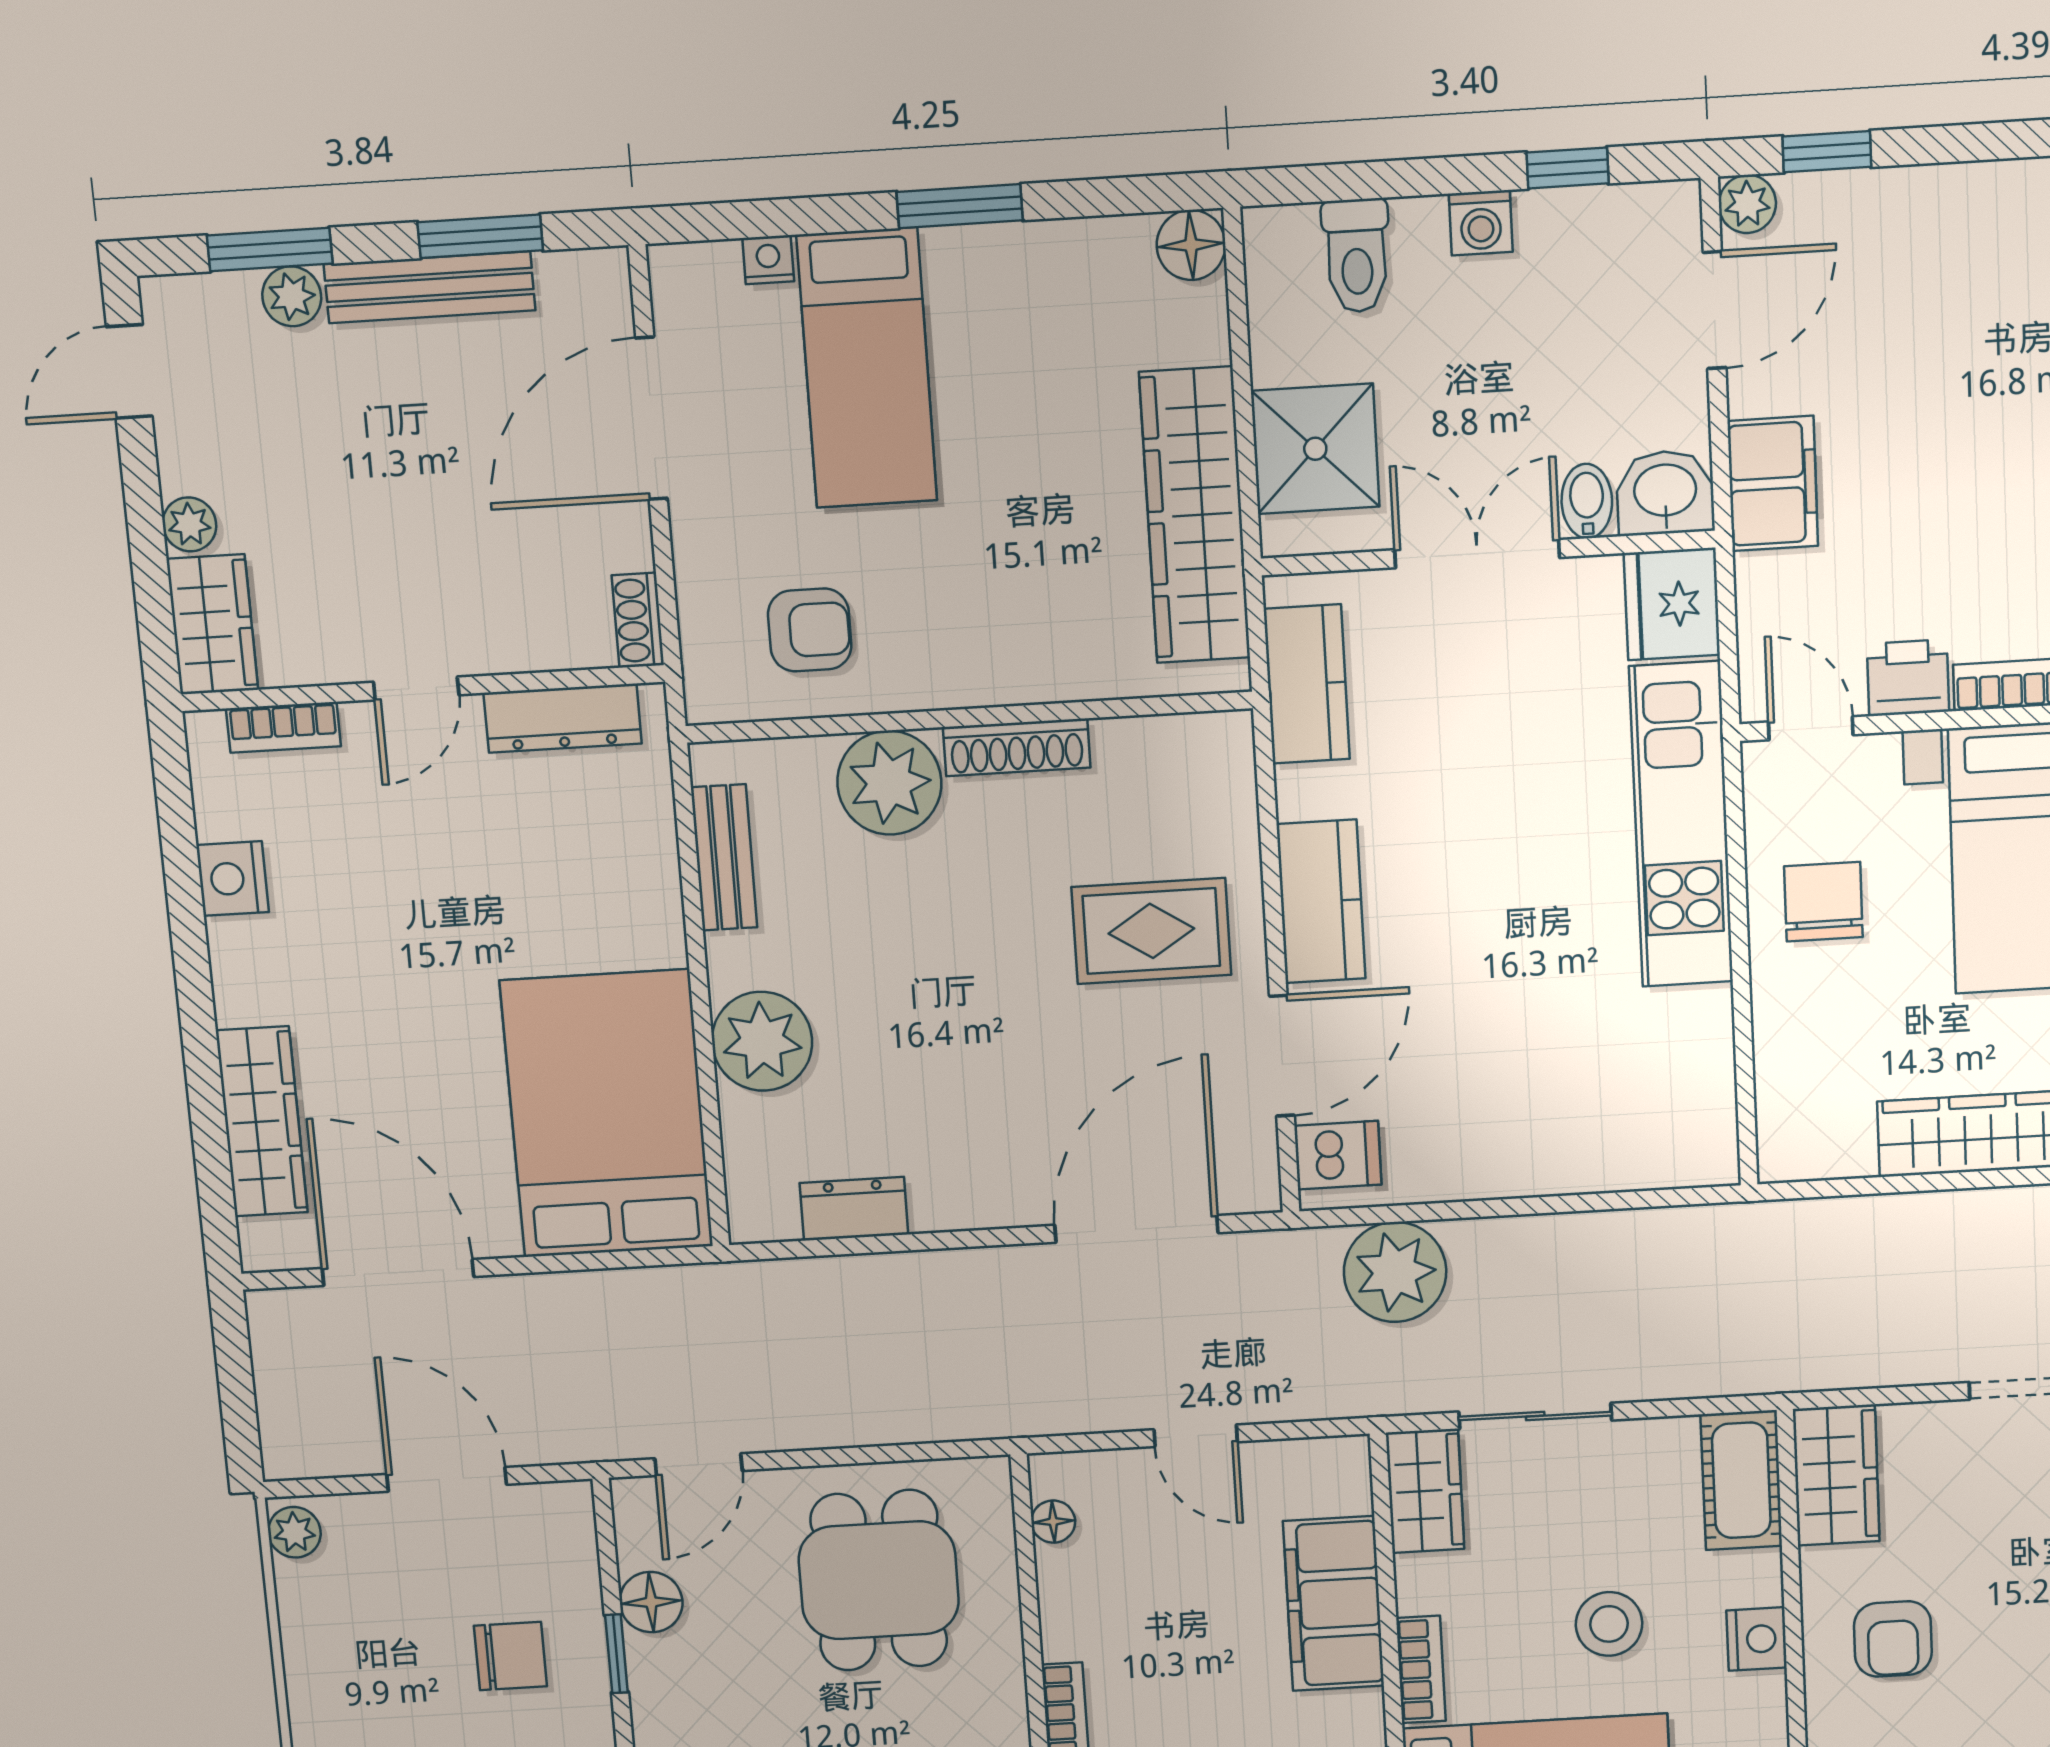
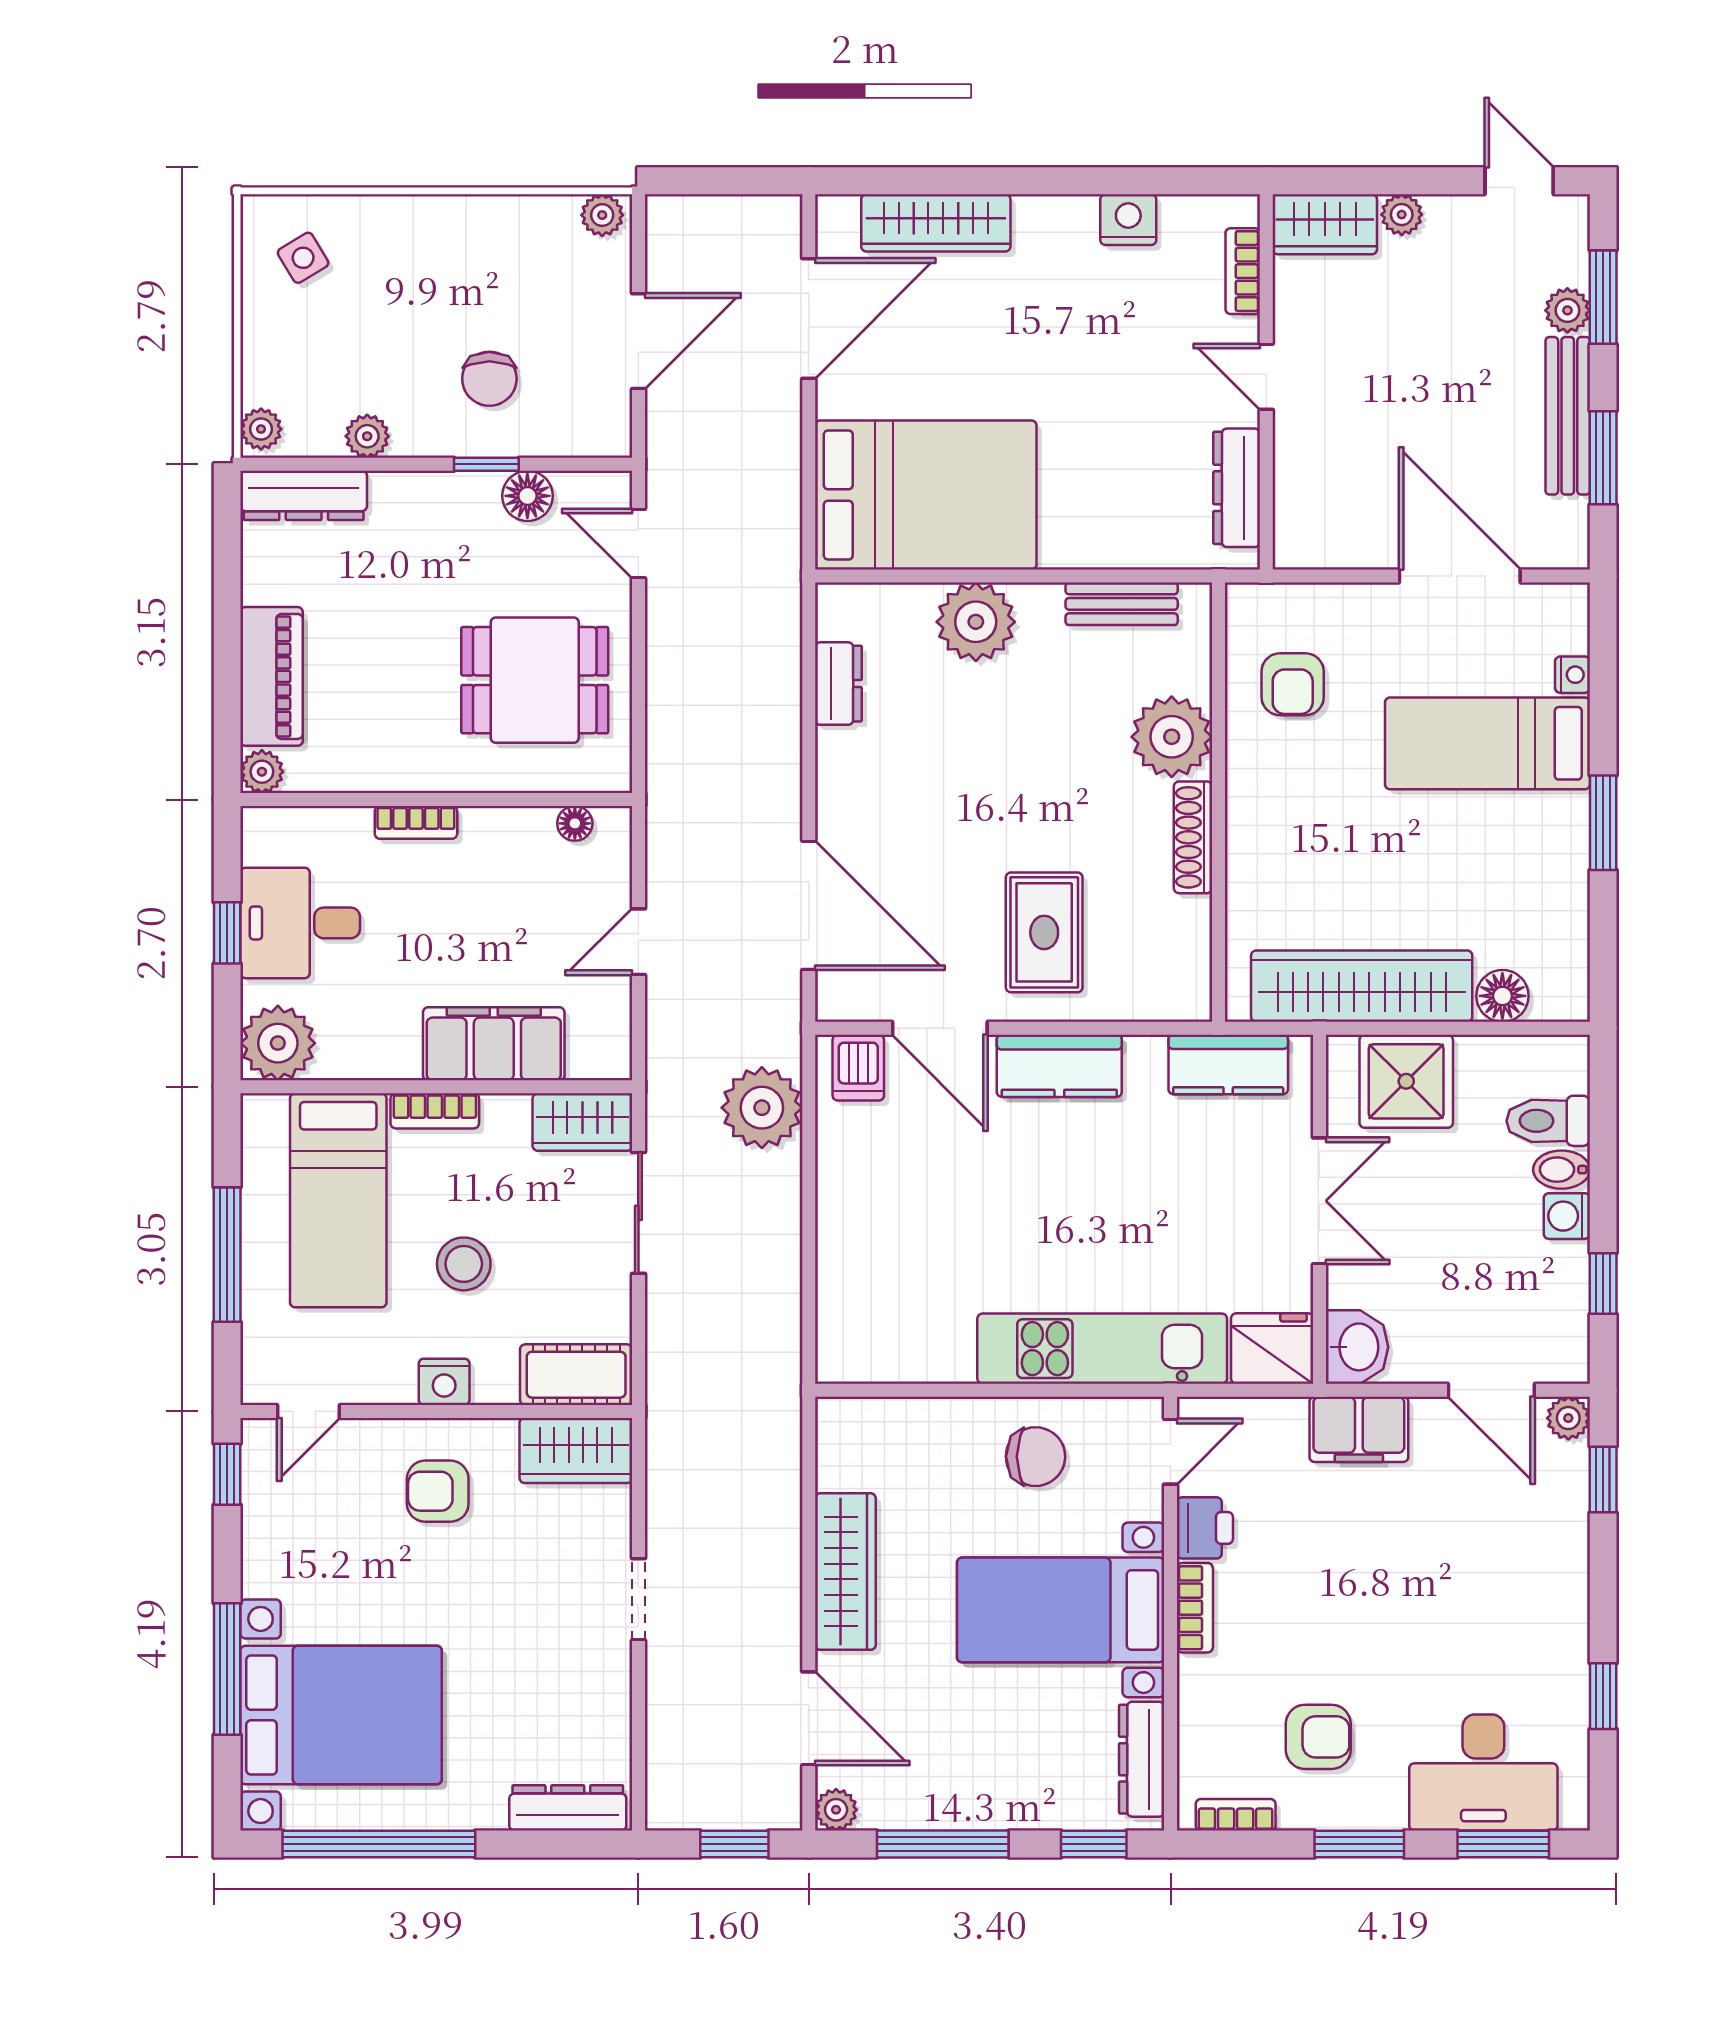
floor lamp: (1191, 245) -> (1502, 996), moved
bidet: (1587, 501) -> (1562, 1170), moved, turned 180
shoe rack: (638, 620) -> (1308, 552), removed

